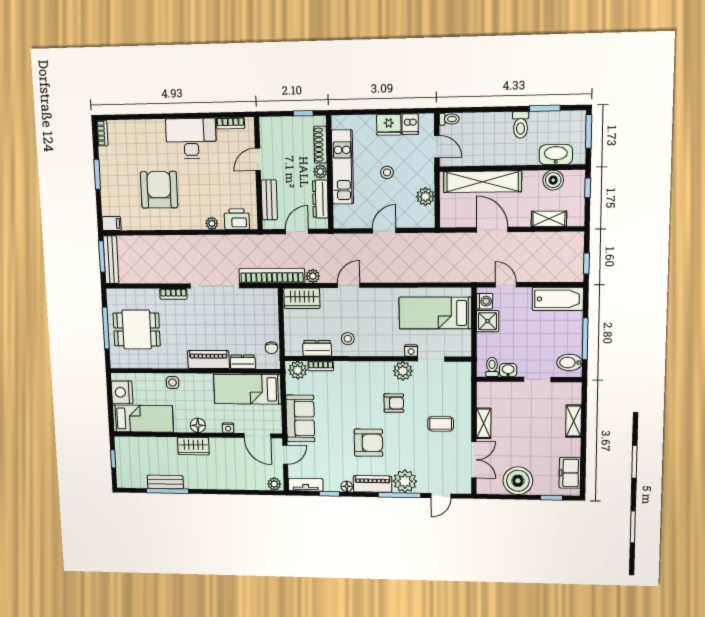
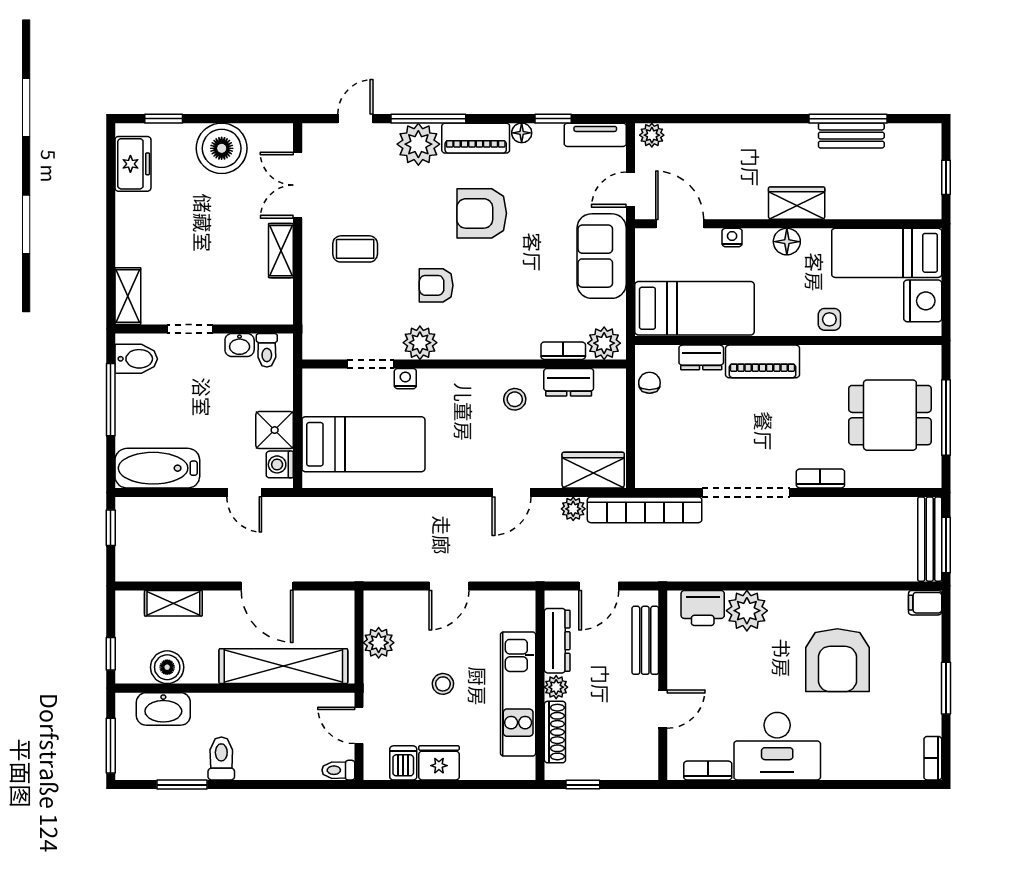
plant: (212, 223) -> (747, 611), width x1.88, depth x1.88
shelving: (574, 421) -> (128, 296), moved

